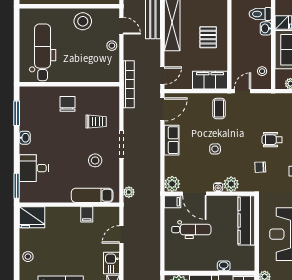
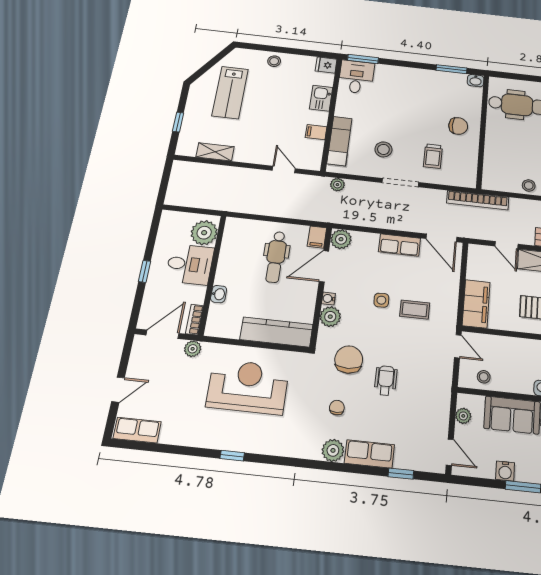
door: (162, 76) -> (506, 245), moved
coffee table: (219, 109) -> (415, 310), moved
washbasin: (25, 138) -> (476, 81), moved
chair: (260, 167) -> (349, 360), width x1.87, depth x1.87
desk: (34, 168) -> (356, 77), moved
fridge: (32, 217) -> (326, 65), width x0.53, depth x0.75
kitchen sink: (111, 263) -> (321, 98), moved, turned -90

